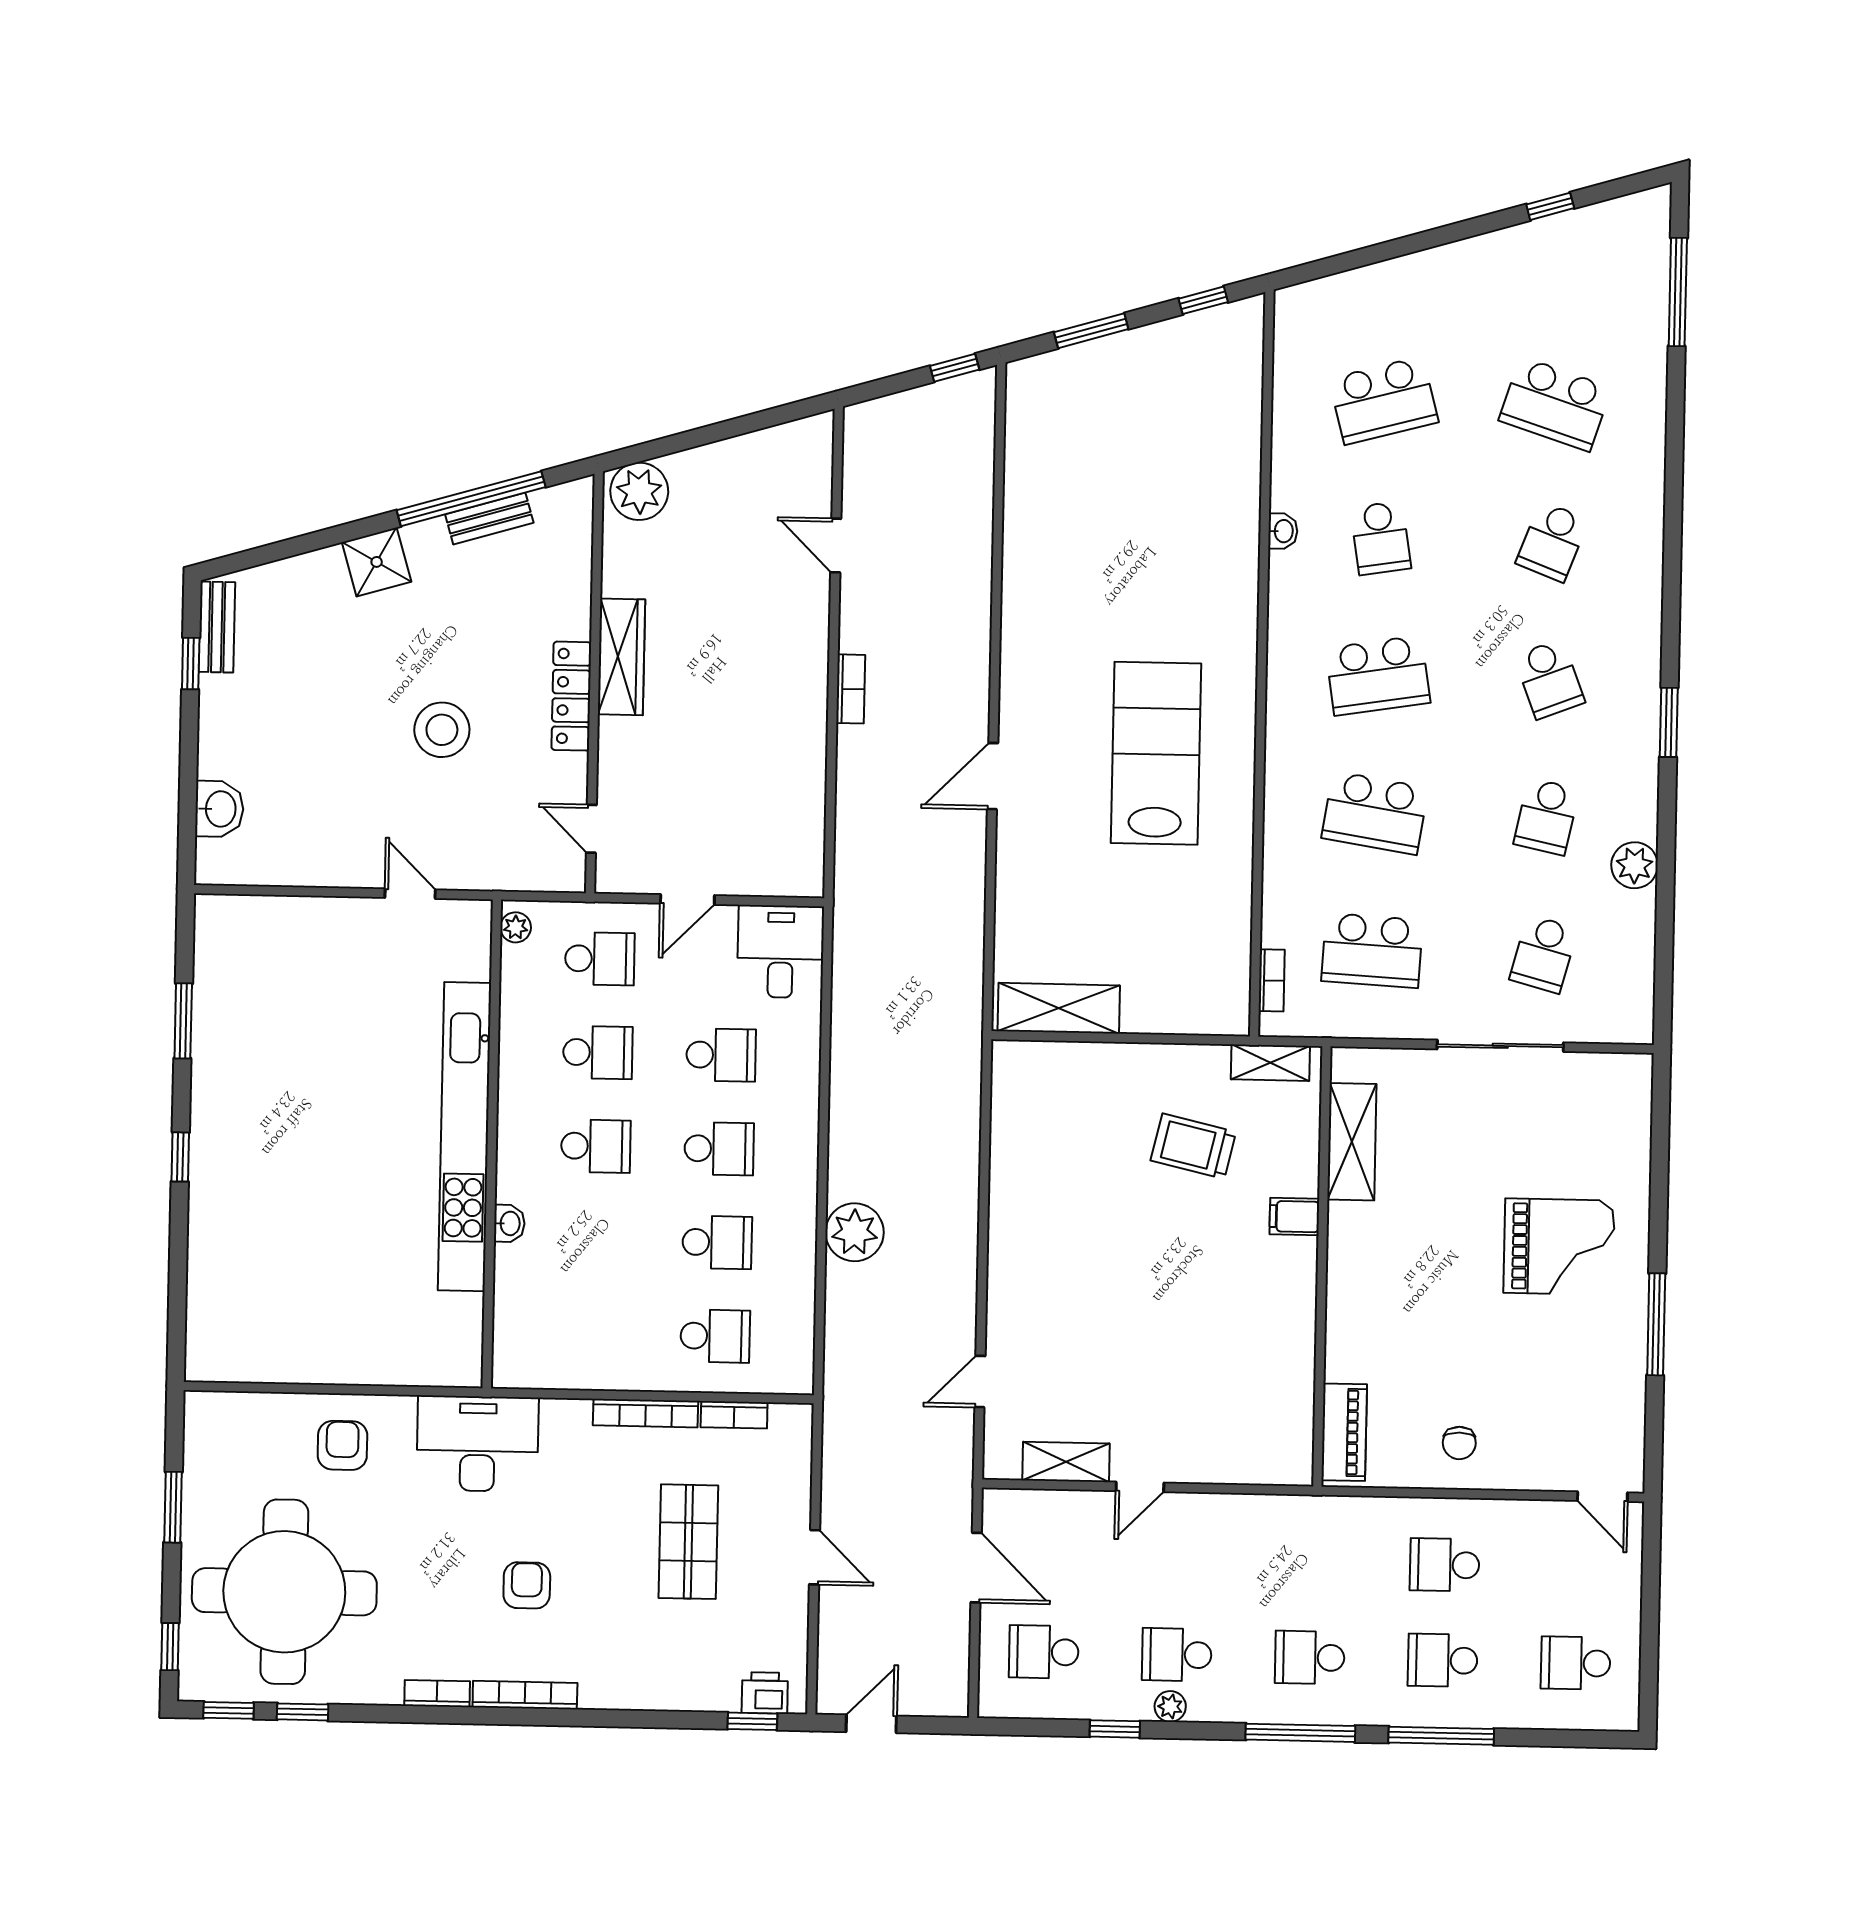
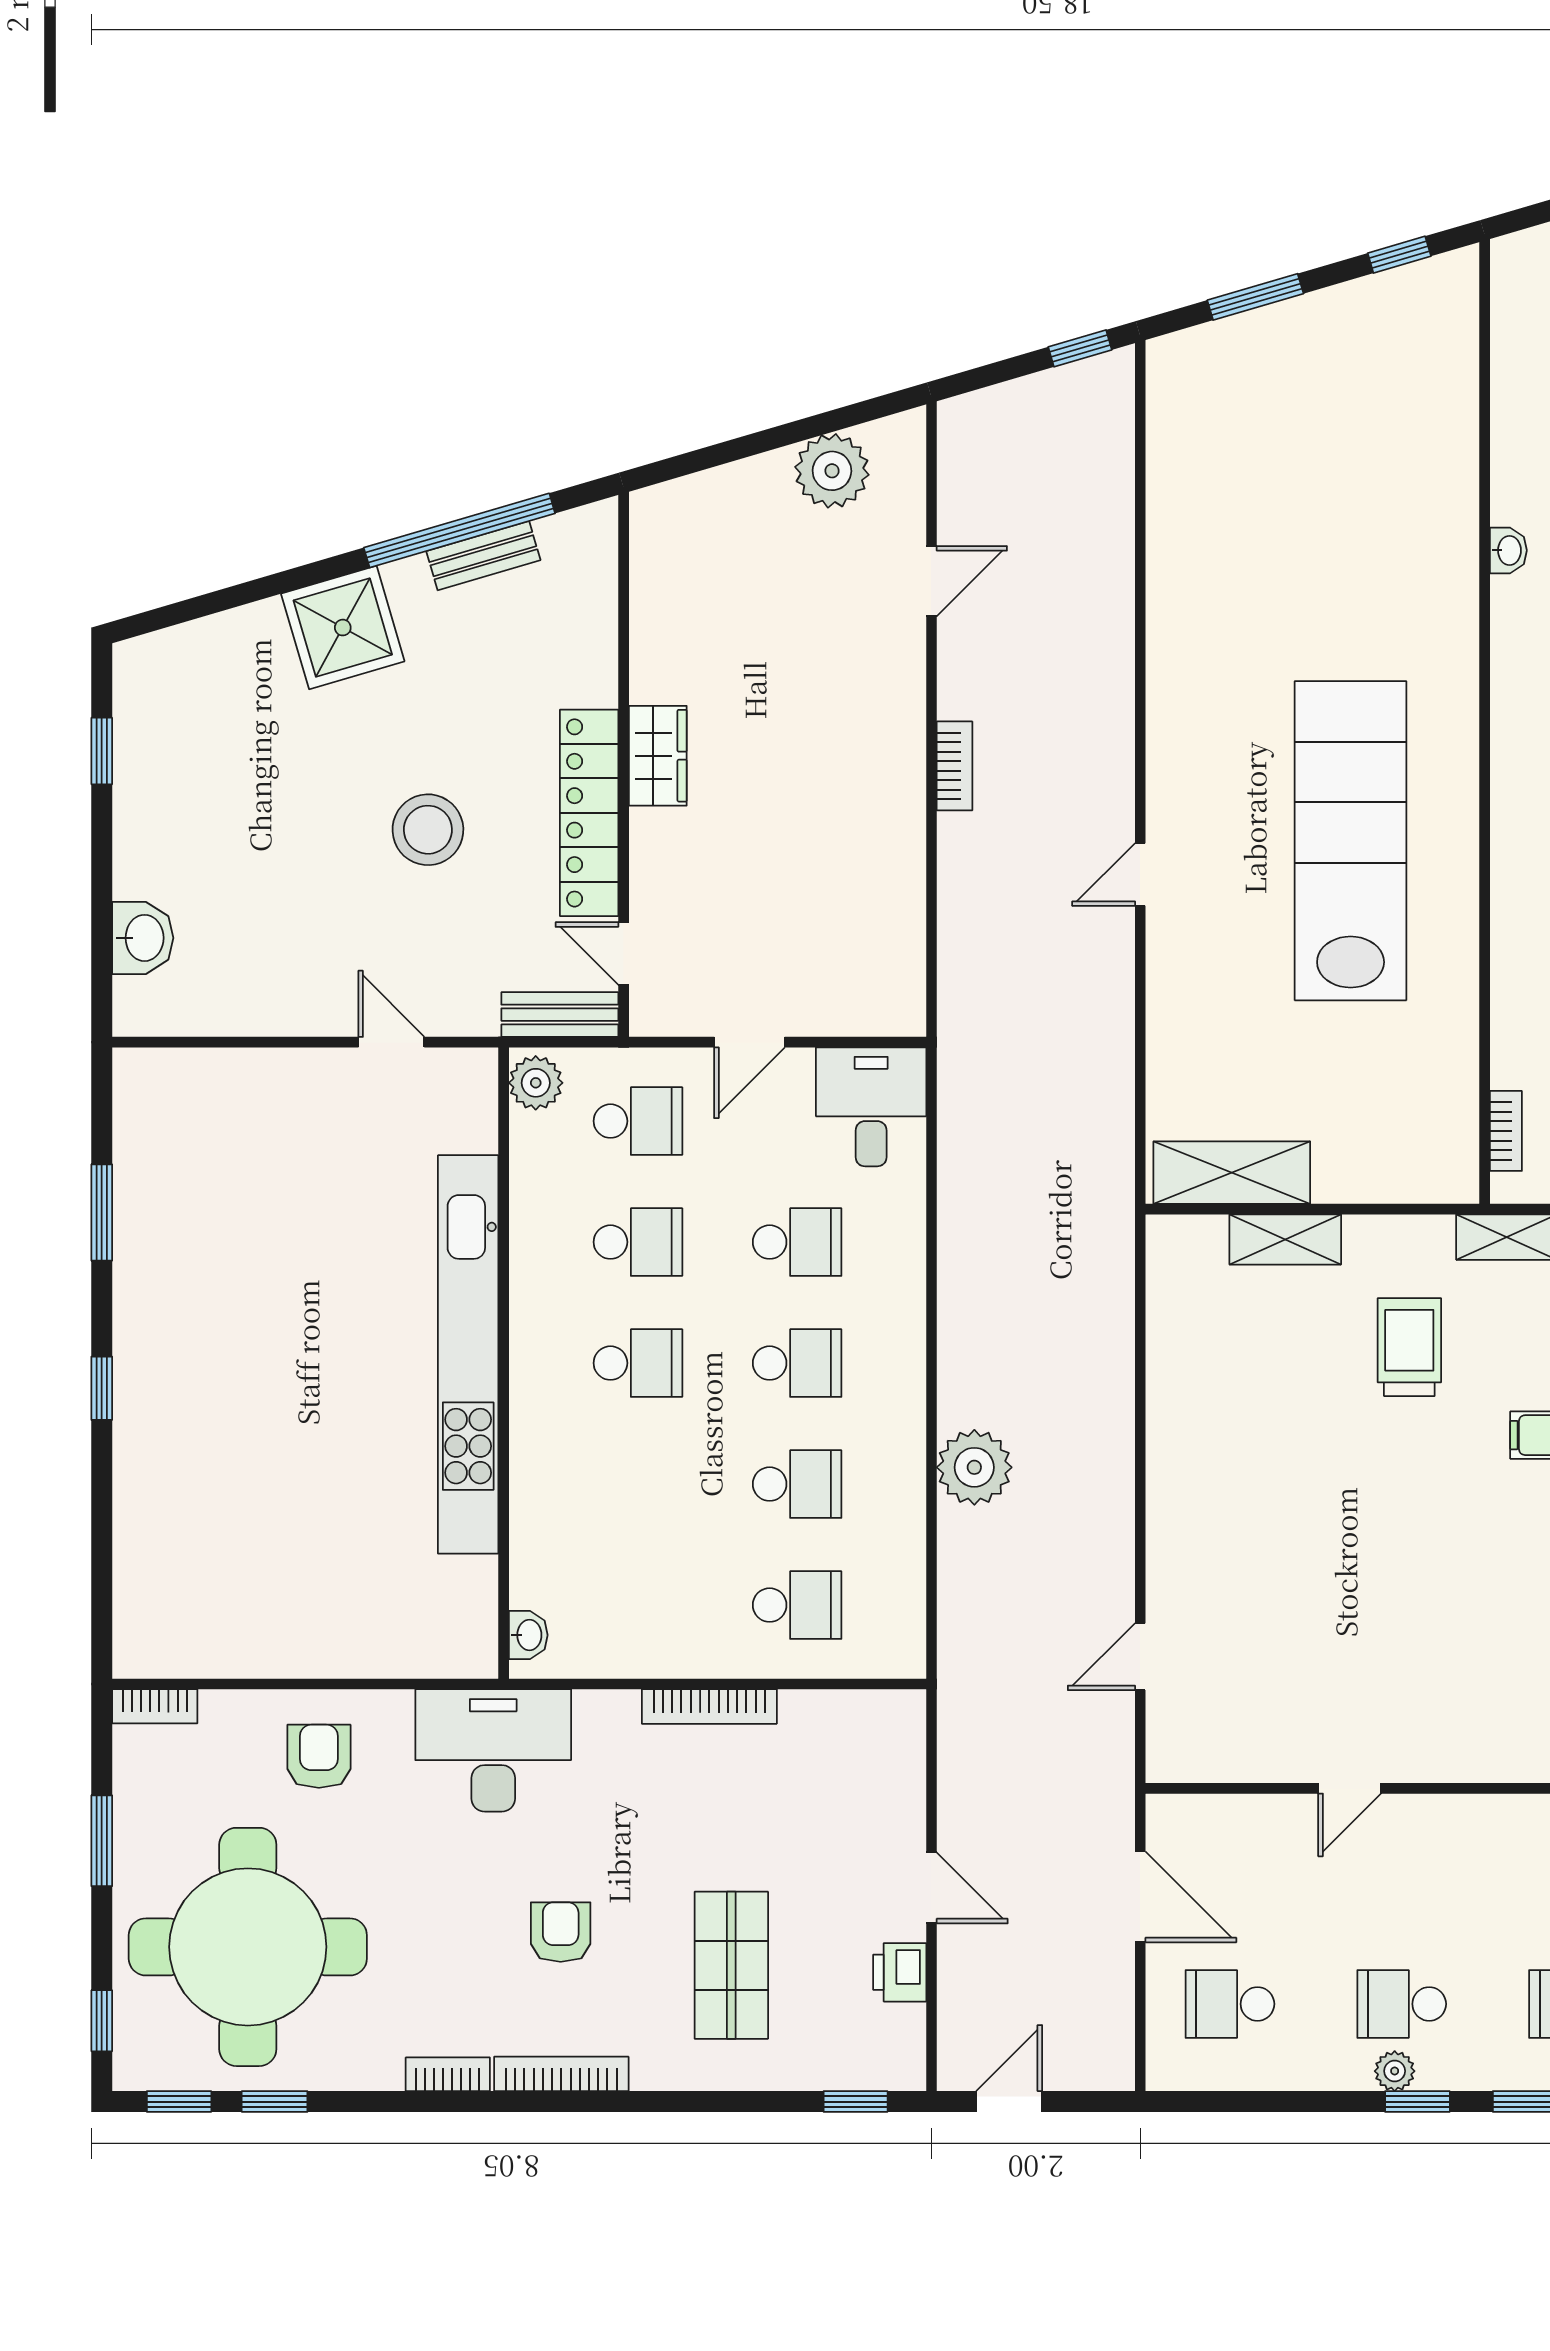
plant: (639, 491) -> (832, 471), moved
door: (836, 546) -> (931, 581), swing flipped
shower: (377, 562) -> (343, 628), width x1.36, depth x1.36
bench: (217, 627) -> (560, 1015), moved, turned 90
wardrobe: (621, 657) -> (658, 756), width x0.67
locker: (571, 696) -> (589, 813), width x1.41, depth x1.21
lab bench: (1156, 753) -> (1351, 841), width x1.36
door: (993, 776) -> (1140, 875), width x0.73
plant: (516, 927) -> (536, 1083), width x1.38, depth x1.38
trolley: (1193, 1146) -> (1409, 1347), turned 77
washbasin: (509, 1223) -> (528, 1635), moved
bookcase: (734, 1415) -> (155, 1706), moved
shelving: (1066, 1462) -> (1285, 1239), moved
shop shelf: (688, 1542) -> (731, 1965), moved
printer: (765, 1693) -> (900, 1972), moved, turned -90
window: (1115, 1729) -> (1417, 2102), moved

